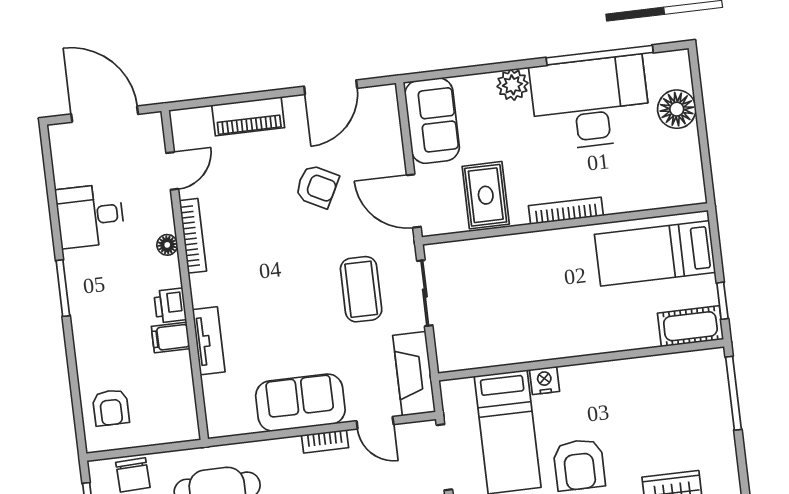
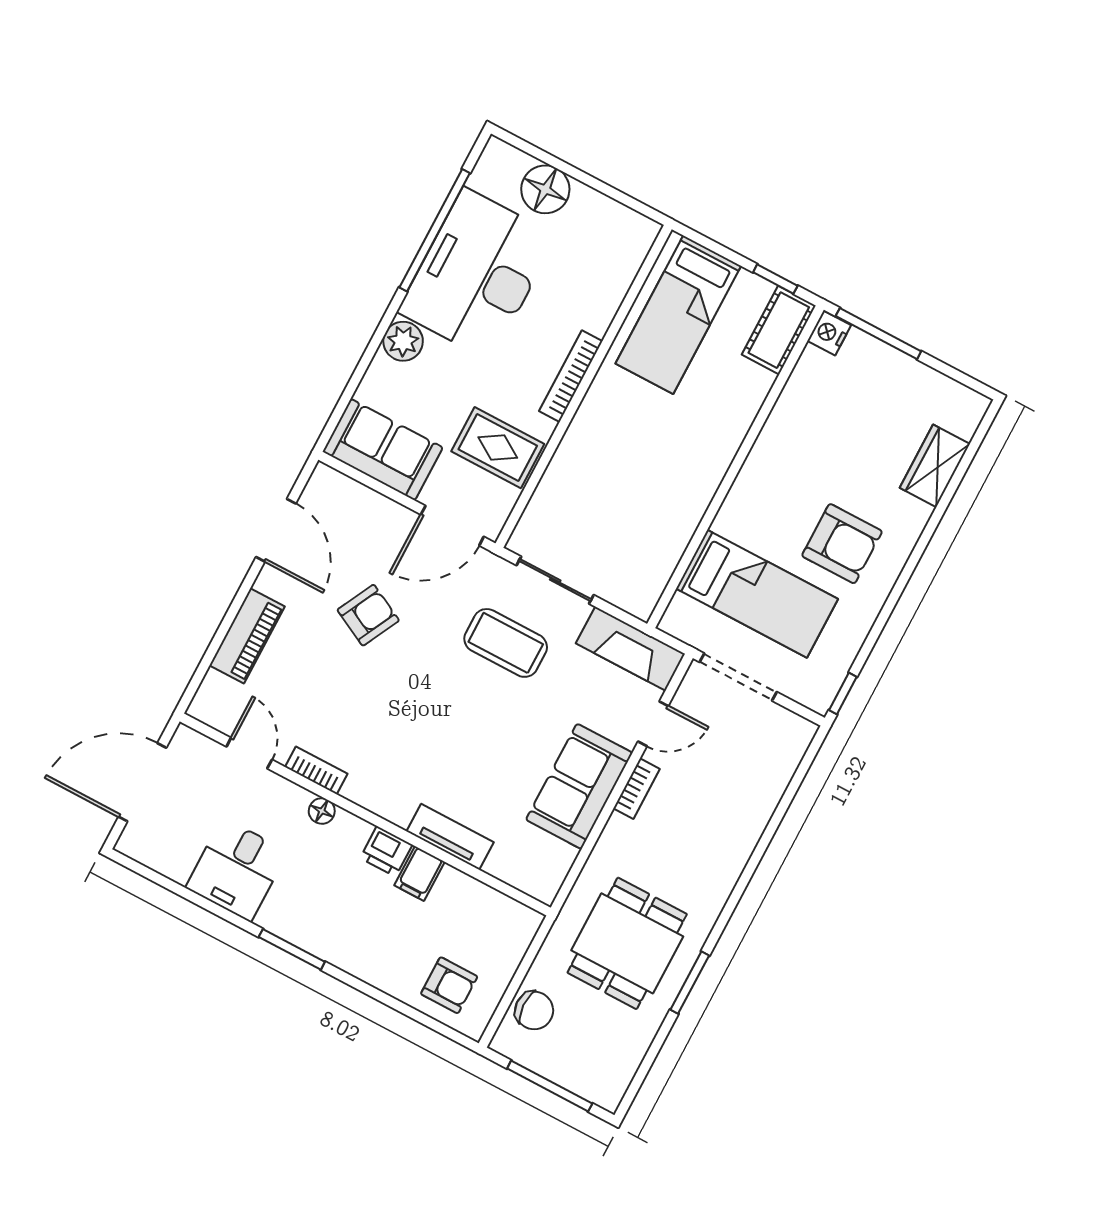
bookcase: (193, 236) -> (316, 770), width x0.64
nightstand: (544, 381) -> (829, 333), moved

